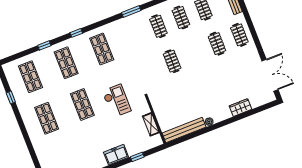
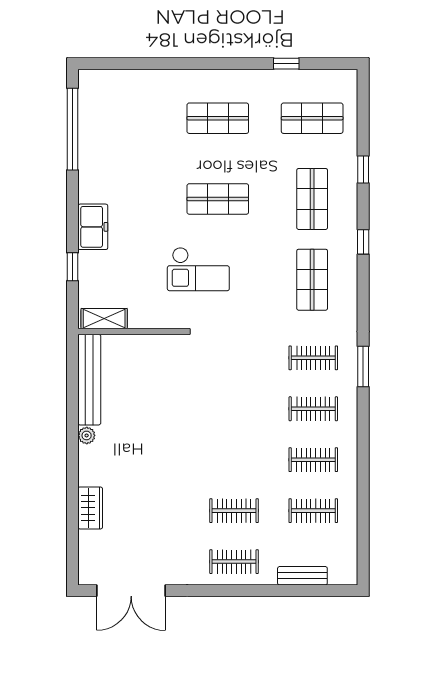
shop shelf: (102, 49) -> (312, 280), turned 90
clothes rail: (172, 61) -> (313, 358), moved
shop shelf: (66, 63) -> (312, 199), turned 90
shelving: (151, 124) -> (104, 319), moved

